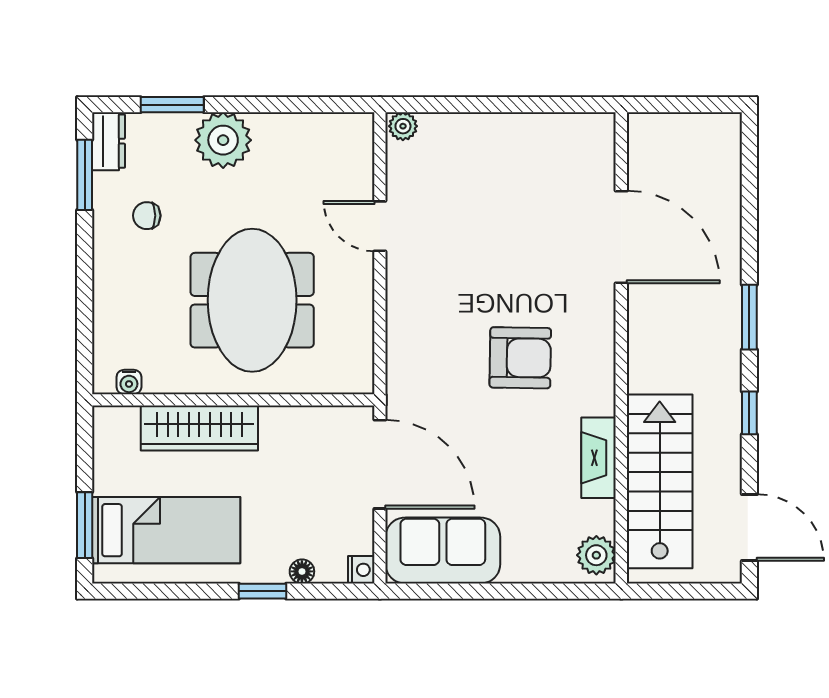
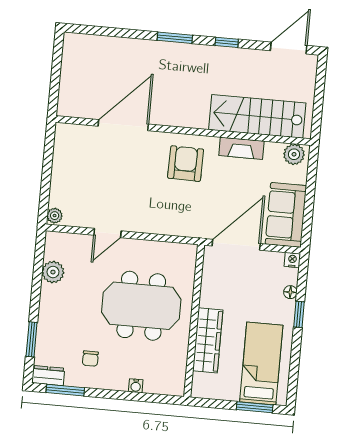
plant: (223, 140) -> (53, 272), moved, width x0.73, depth x0.73
door: (621, 237) -> (123, 125), moved
wall: (621, 348) -> (183, 131), moved
water cooler: (129, 382) -> (136, 386), moved, turned 90
fireplace: (599, 458) -> (241, 148), moved
stairs: (660, 481) -> (257, 116), moved
plant: (596, 555) -> (294, 154), moved

